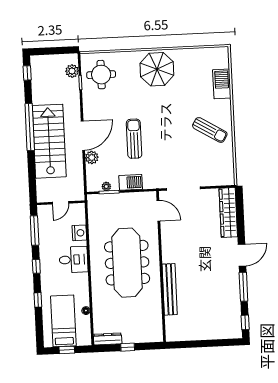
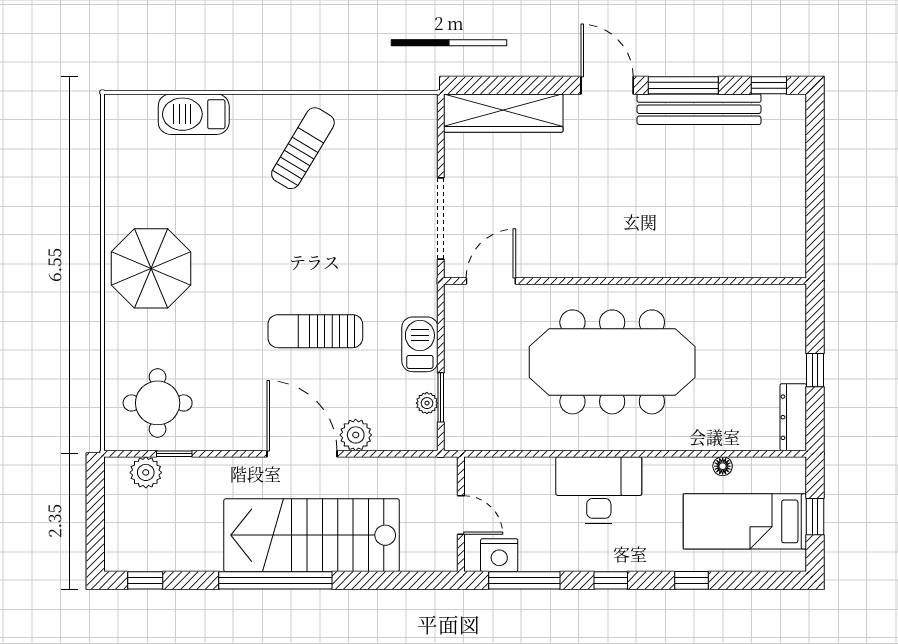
nightstand: (79, 233) -> (499, 555), moved, turned 180
desk: (74, 260) -> (599, 490), width x1.37
bench: (170, 289) -> (699, 109), moved

